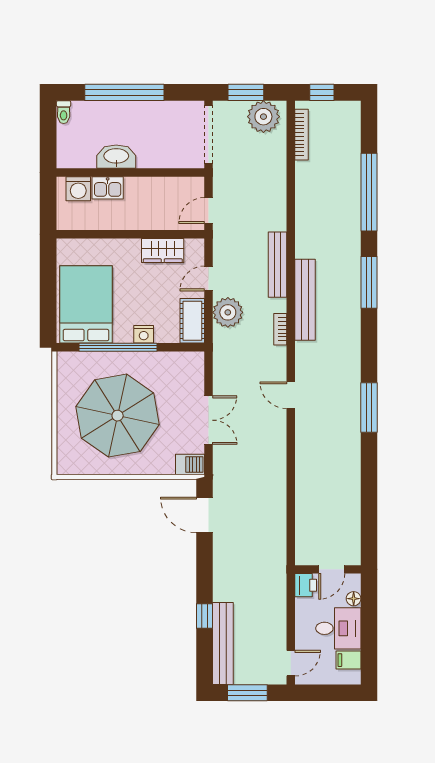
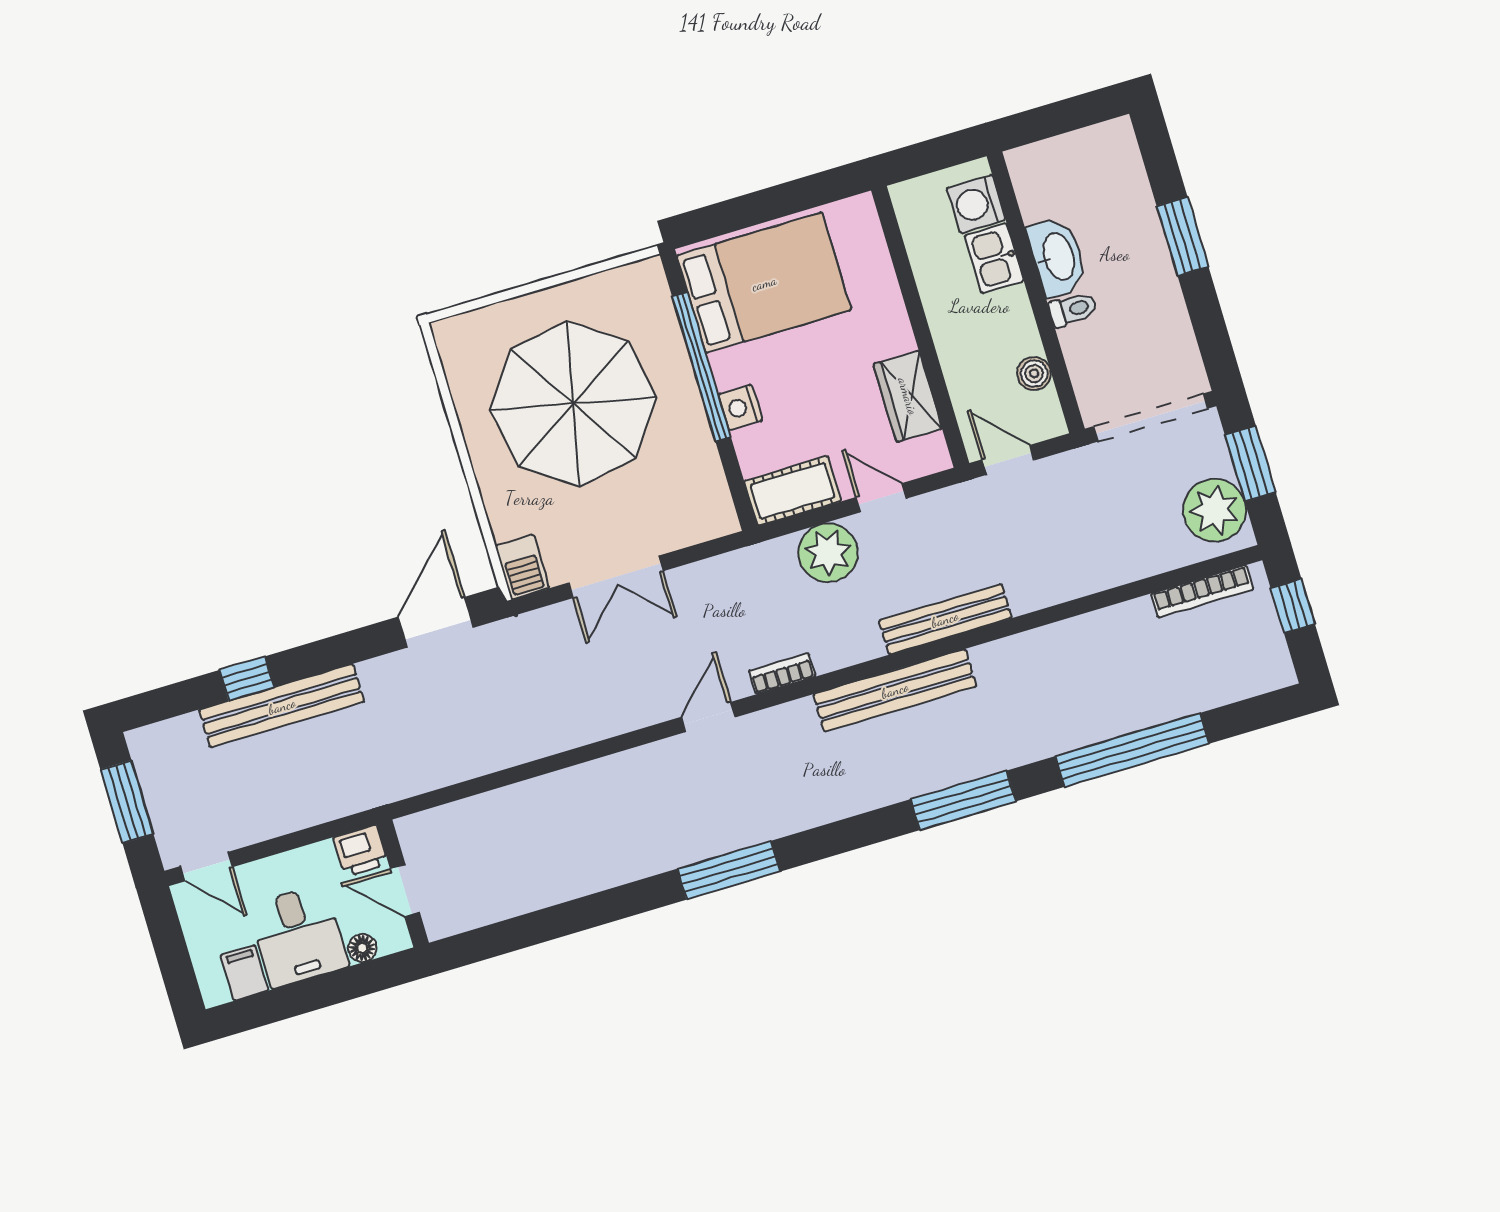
window: (124, 92) -> (1182, 236), width x0.47
toilet: (64, 112) -> (1073, 309), moved, turned 180
boiler: (170, 185) -> (1034, 373), added
bookcase: (280, 329) -> (782, 674), moved
bench: (223, 643) -> (282, 706), moved

